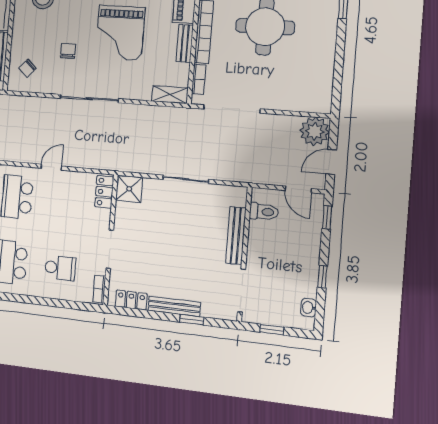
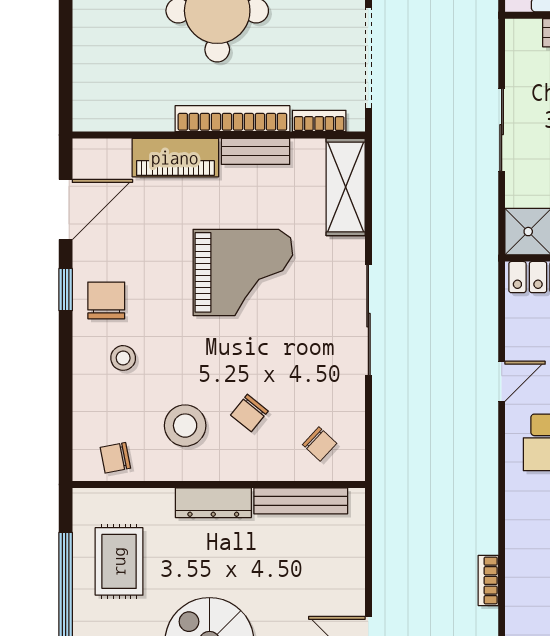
chair: (68, 51) -> (249, 413), moved, turned -51
shelving: (170, 95) -> (346, 187), width x1.50, depth x1.33
door: (51, 167) -> (502, 381), swing flipped

